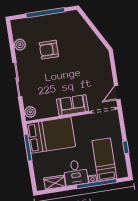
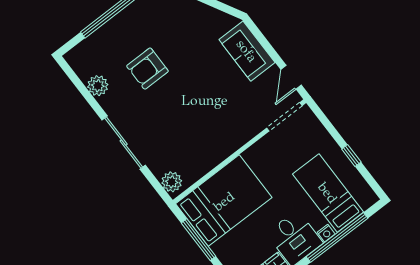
sofa: (72, 105) -> (247, 51), moved, turned -90

